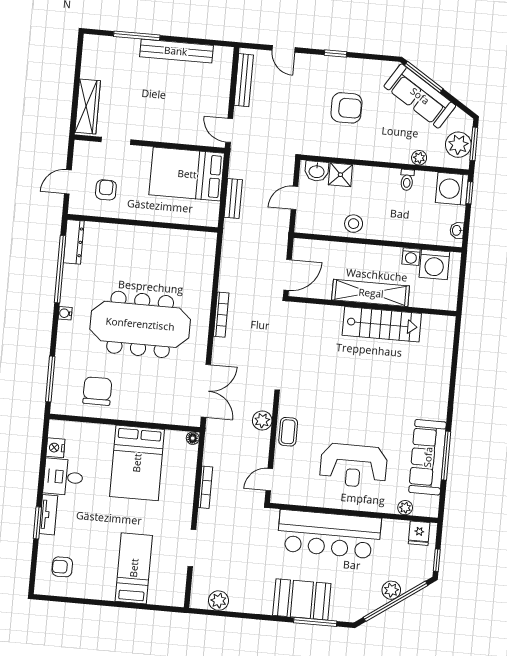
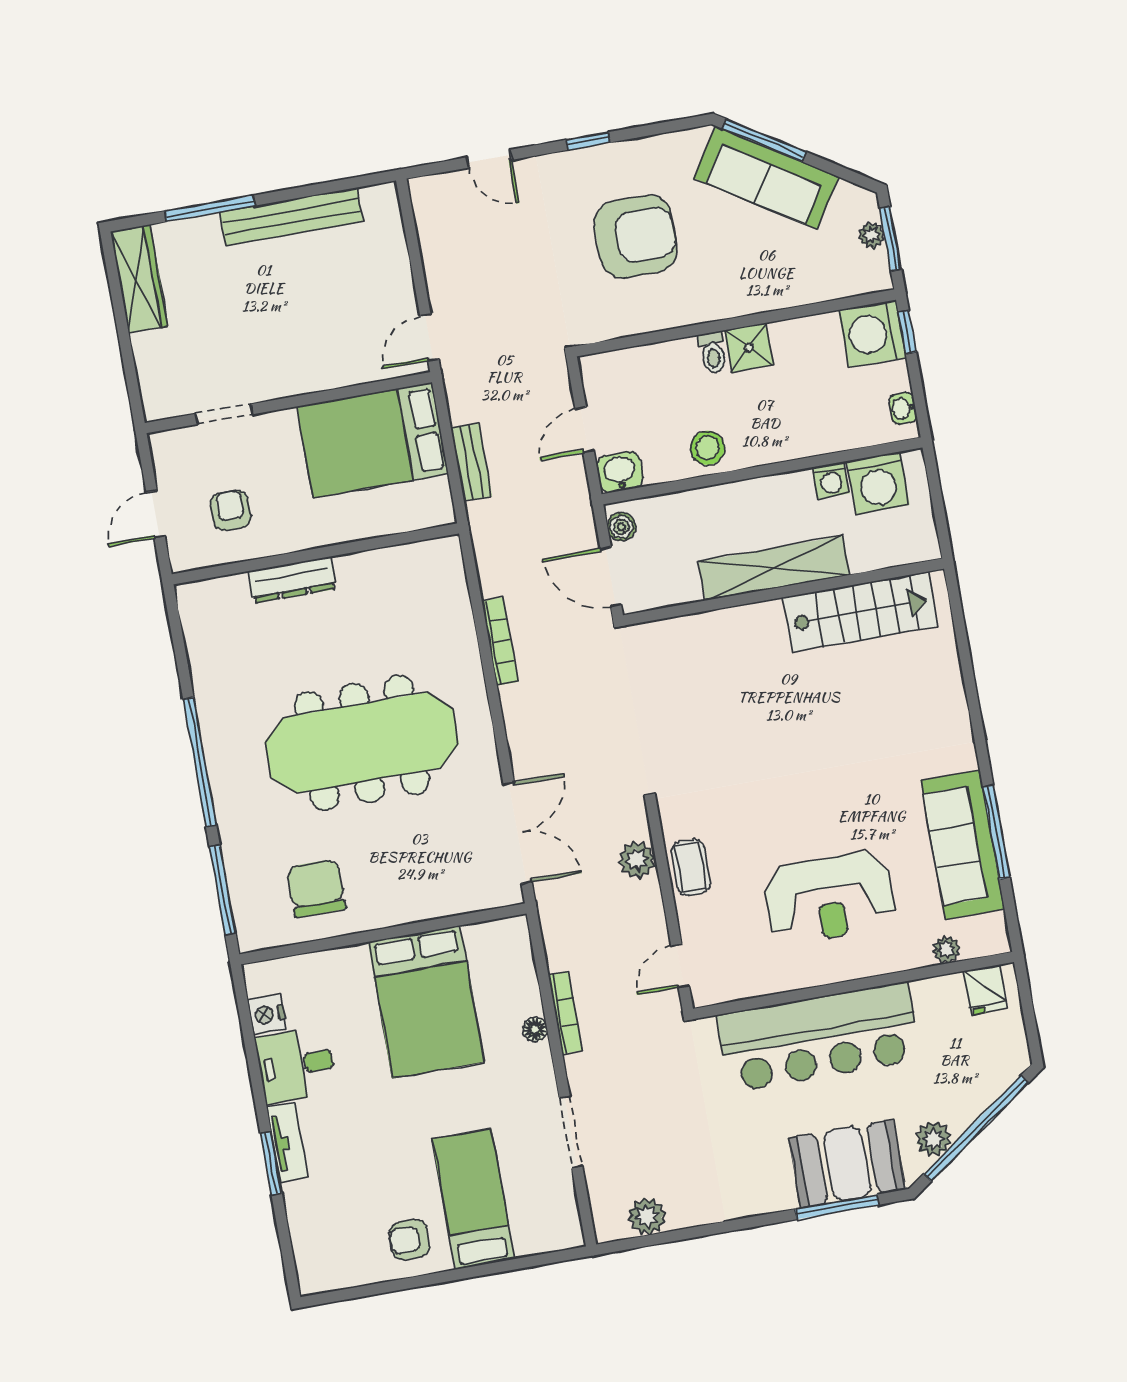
bench: (244, 80) -> (431, 237), removed
wardrobe: (88, 106) -> (139, 279), moved
armchair: (346, 108) -> (636, 237), width x1.36, depth x1.36
door: (229, 130) -> (429, 338), hinge flipped
plant: (458, 145) -> (871, 235), width x0.53, depth x0.53
plant: (419, 158) -> (796, 292), removed
washbasin: (317, 171) -> (620, 472), moved, turned 180
shower: (340, 175) -> (749, 348), moved
toilet: (407, 180) -> (713, 353), moved
dresser: (74, 242) -> (292, 580), moved, turned 90
boiler: (300, 251) -> (621, 527), added
window: (60, 269) -> (200, 762), moved
door: (288, 275) -> (611, 577), swing flipped
water cooler: (65, 313) -> (217, 760), removed
bookcase: (221, 315) -> (500, 641), moved
stairs: (382, 324) -> (860, 612), moved
floor lamp: (193, 438) -> (535, 1029), moved
window: (437, 560) -> (1032, 1031), removed
armchair: (62, 567) -> (409, 1240), moved
plant: (391, 590) -> (934, 1139), moved
booth: (302, 599) -> (847, 1164), moved

